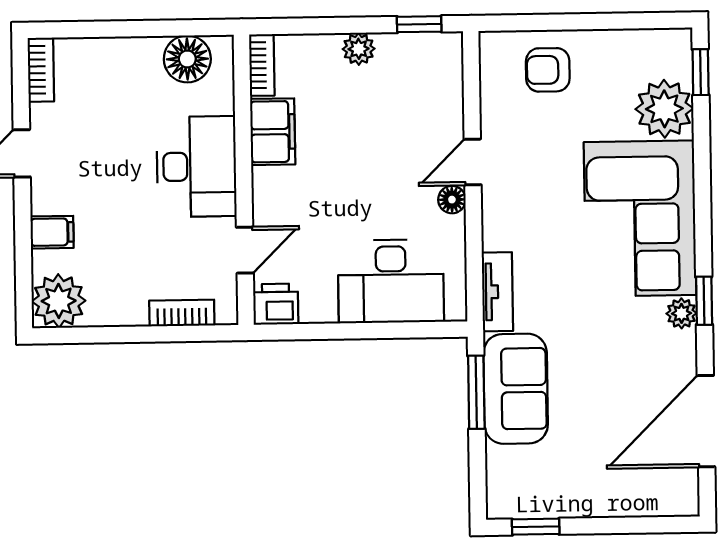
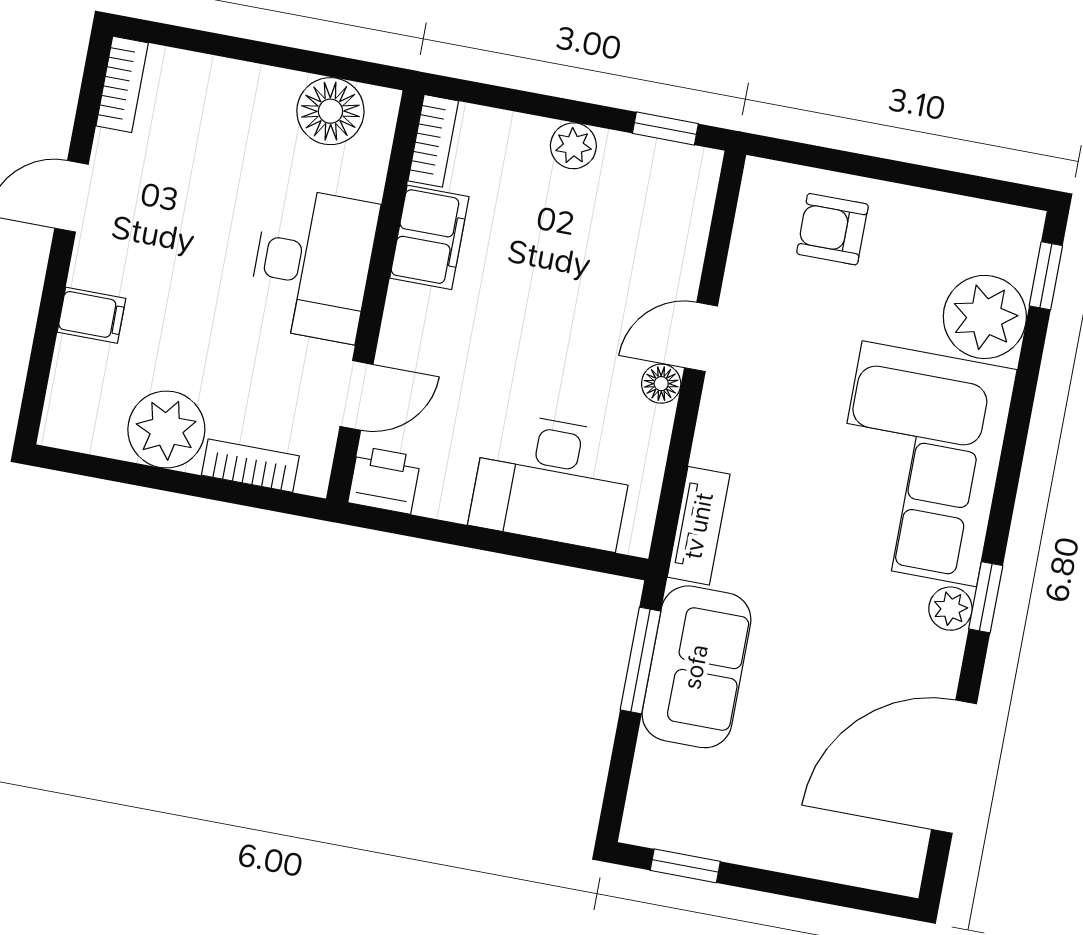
plant: (59, 301) -> (166, 430), moved

